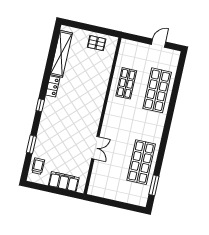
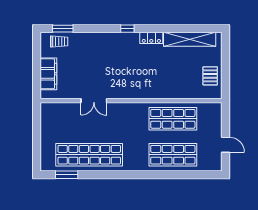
shop shelf: (126, 83) -> (173, 119), width x1.43, depth x1.36
window: (31, 144) -> (63, 29), moved
shop shelf: (141, 162) -> (89, 155), width x1.40

